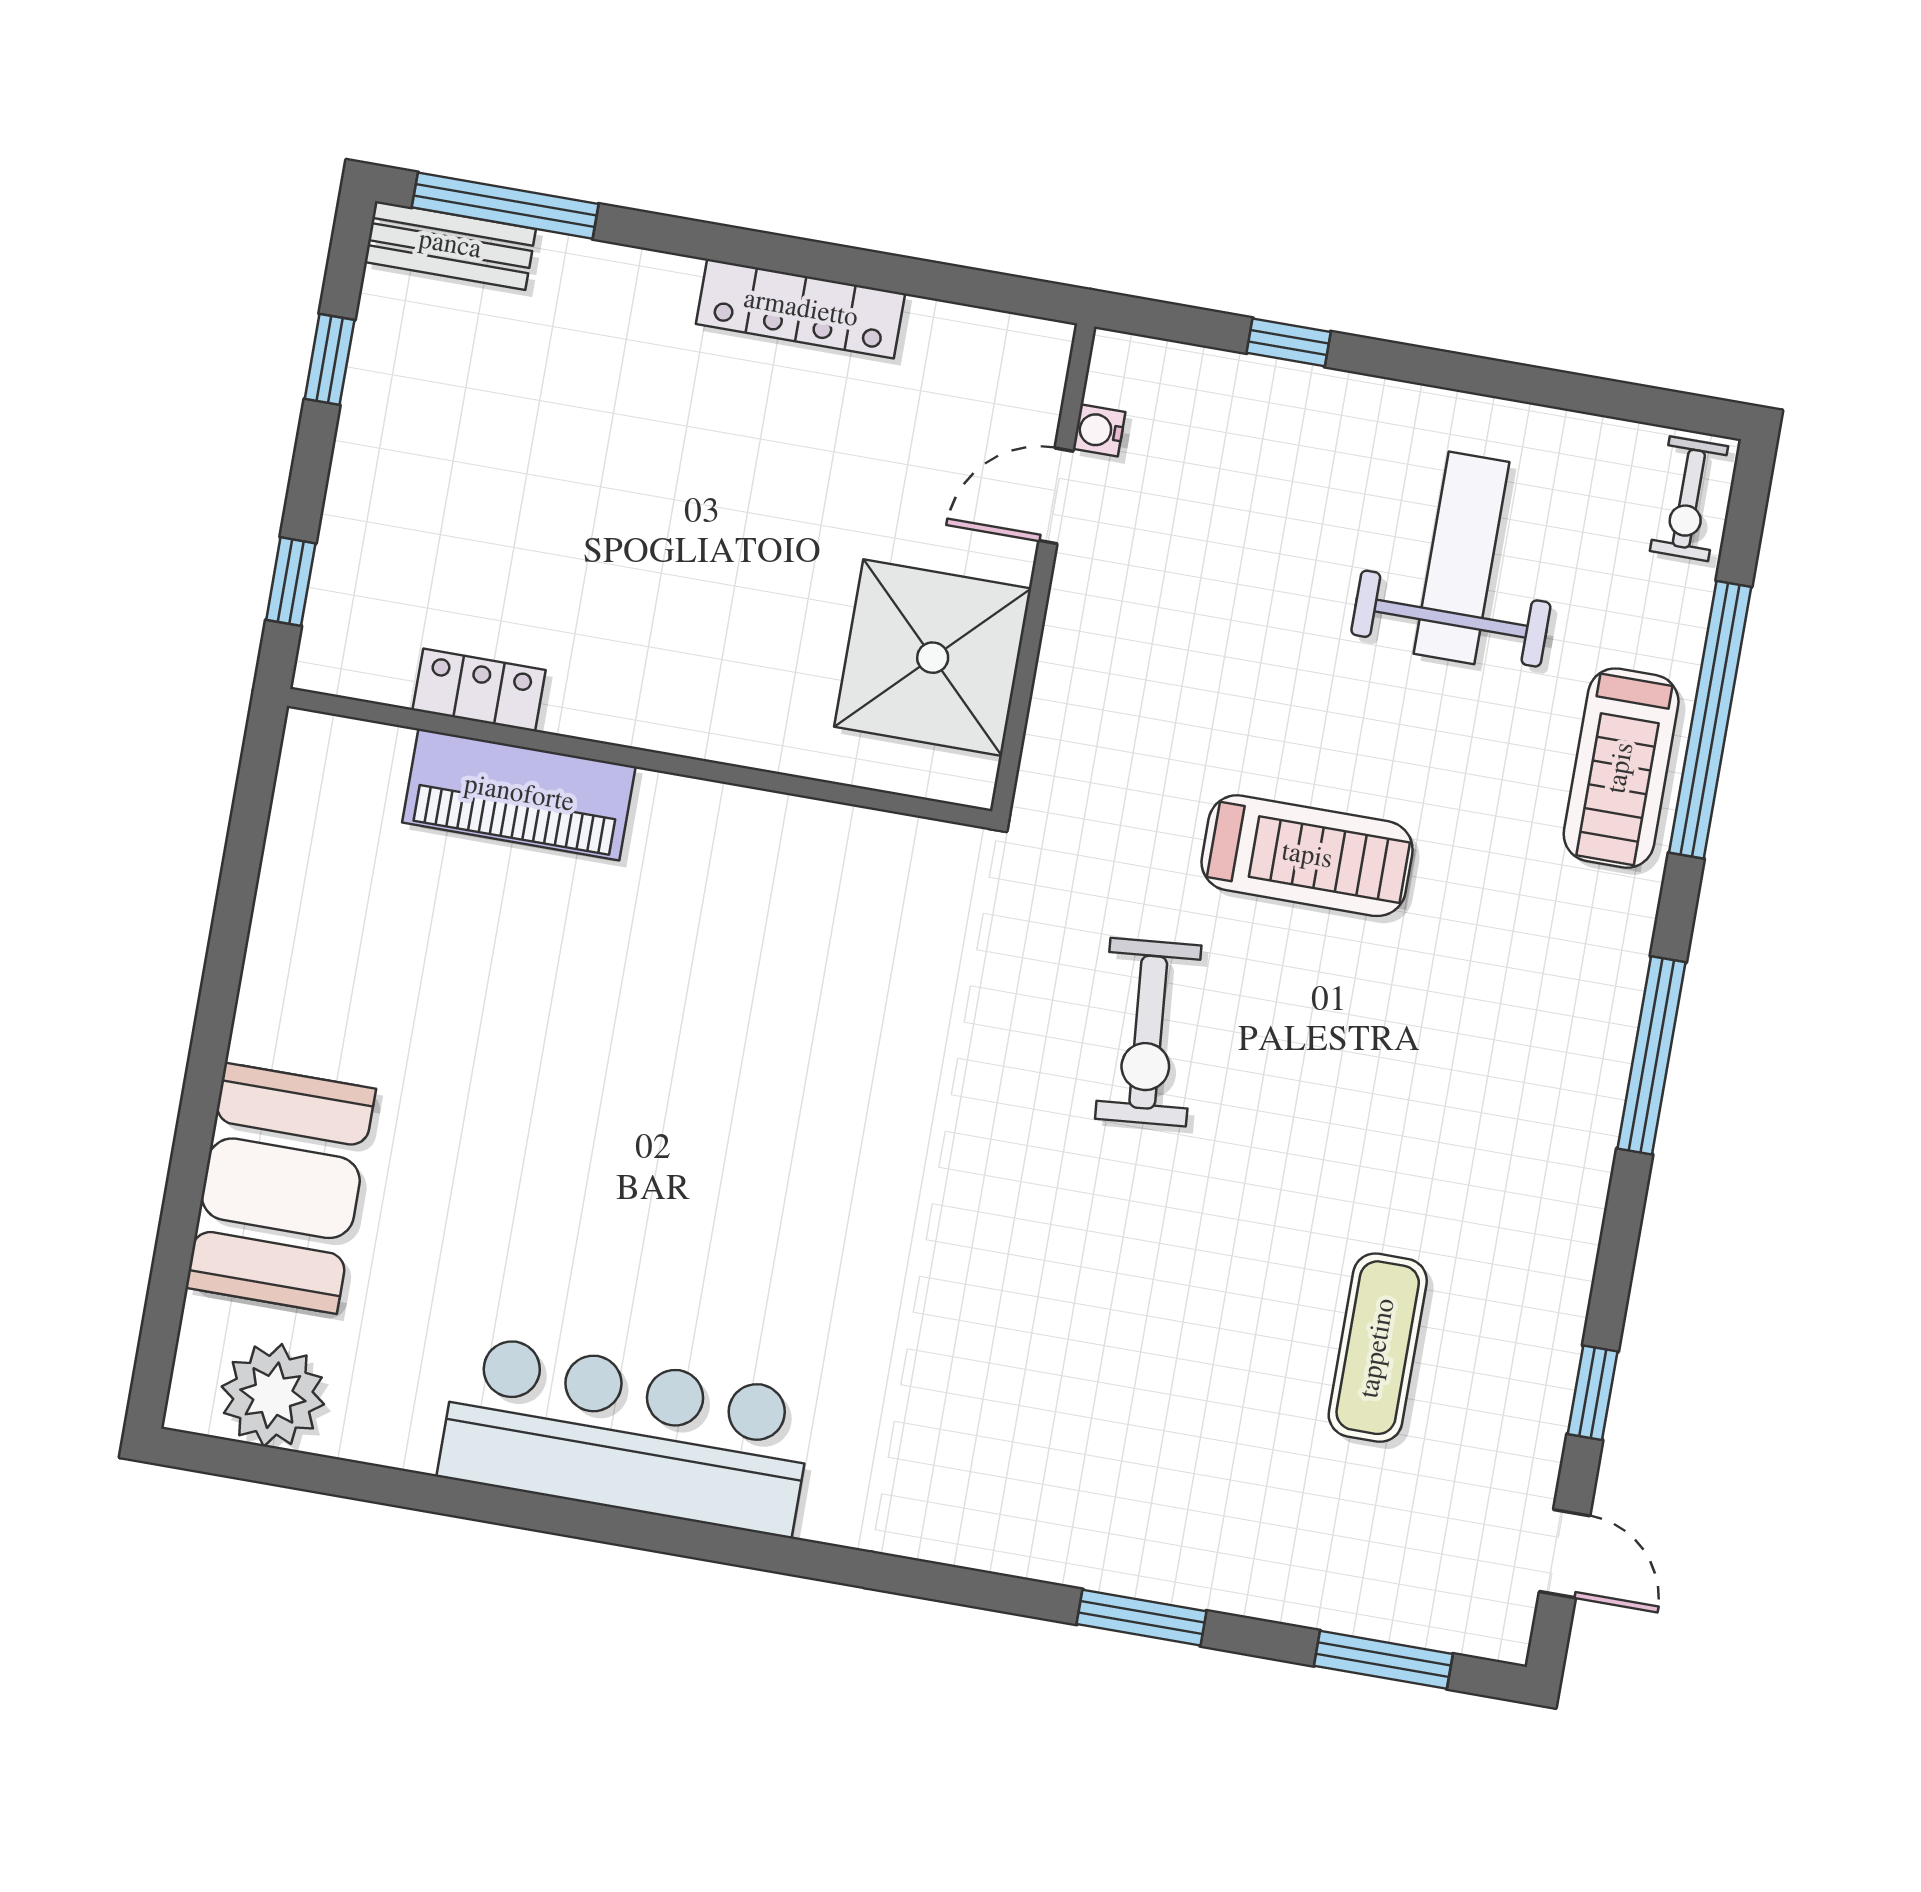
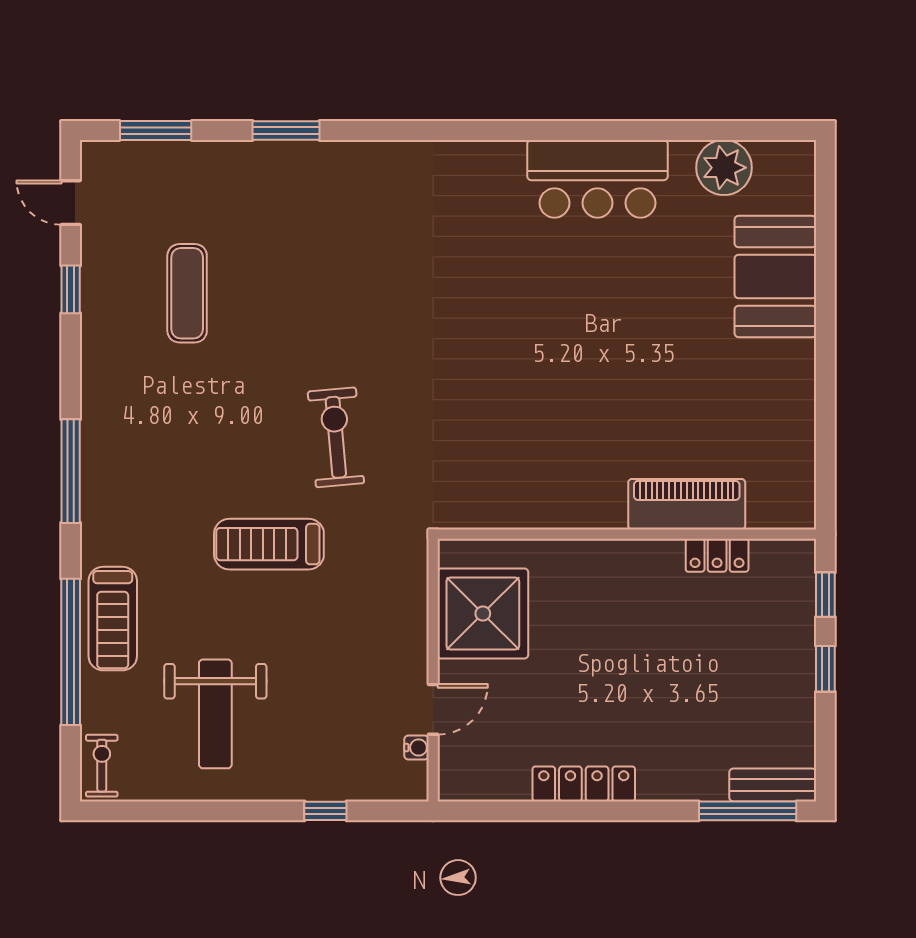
window: (330, 359) -> (825, 669), moved
treadmill: (1621, 768) -> (113, 619), turned 180
plant: (273, 1395) -> (724, 168), moved
bar counter: (626, 1435) -> (597, 179), width x0.73

